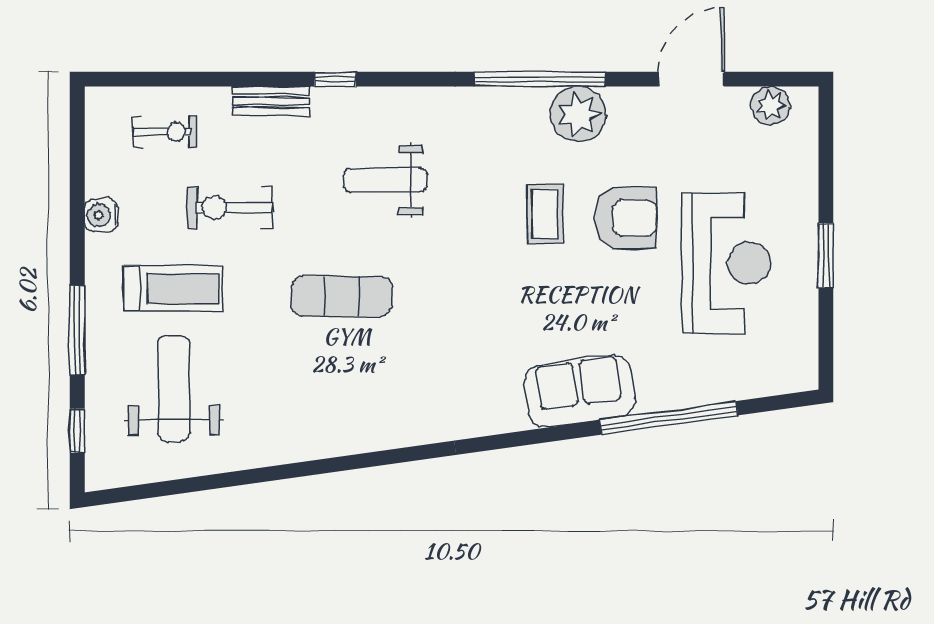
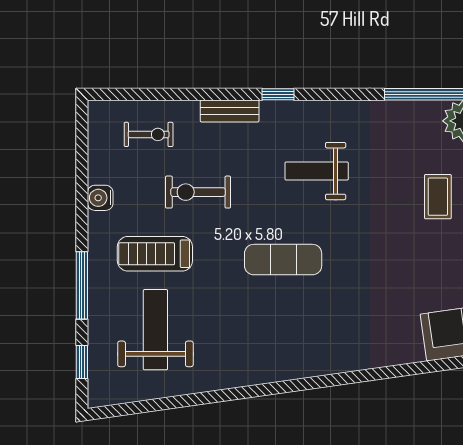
treadmill: (173, 289) -> (155, 254), turned 180

